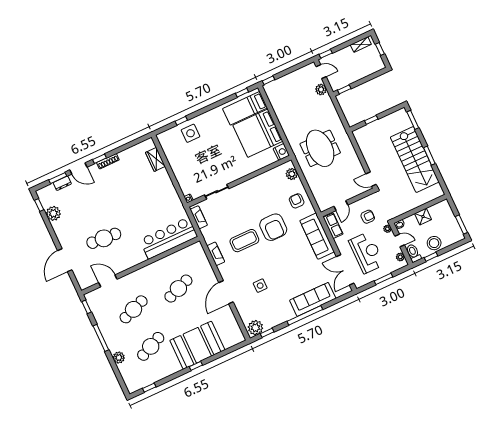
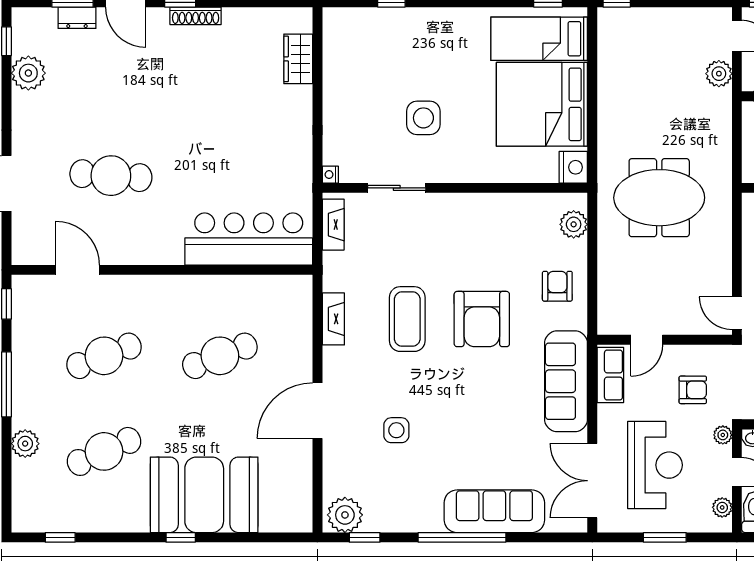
side table: (191, 133) -> (423, 118), moved
meeting table: (320, 148) -> (659, 198), turned 90
coffee table: (244, 241) -> (407, 319), turned 90

